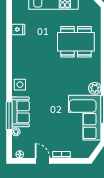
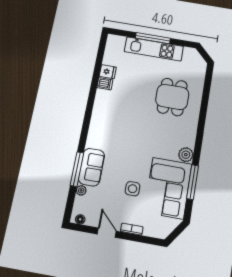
dishwasher: (18, 40) -> (105, 84), added
dining table: (76, 42) -> (172, 97), width x0.73
side table: (20, 85) -> (133, 189), moved

